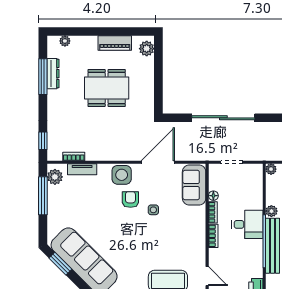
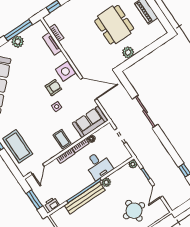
plant: (147, 49) -> (128, 52), moved
sliding door: (223, 118) -> (145, 112), width x0.73
plant: (55, 177) -> (18, 42), moved
desk: (247, 224) -> (98, 165), moved
coffee table: (192, 228) -> (62, 139), added

